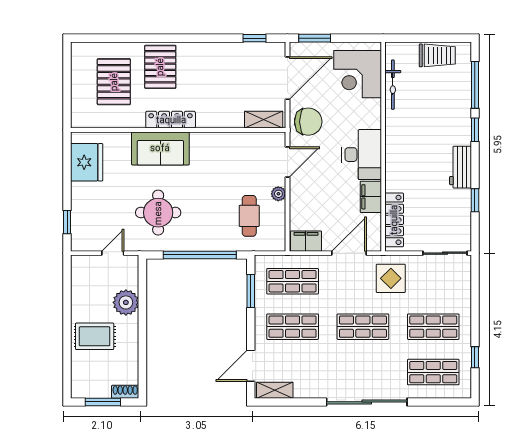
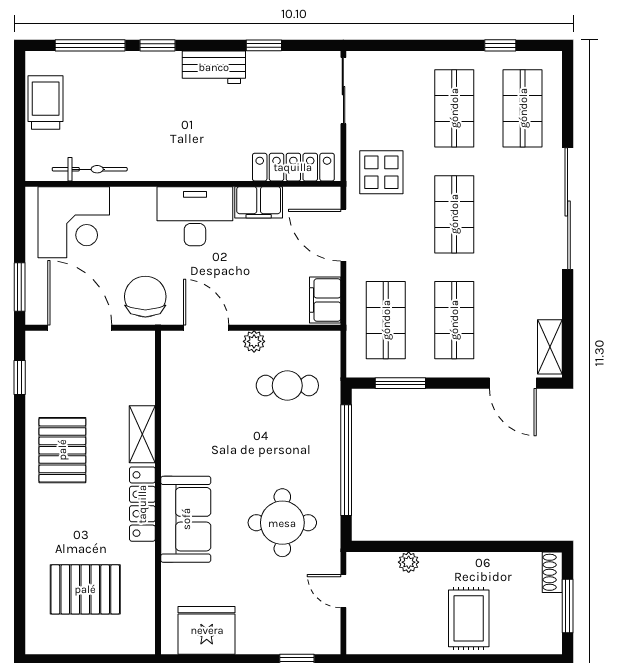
pallet: (160, 67) -> (62, 450), moved, turned 90
shelving: (264, 120) -> (142, 434), moved
plant: (126, 302) -> (409, 562), width x0.53, depth x0.53

